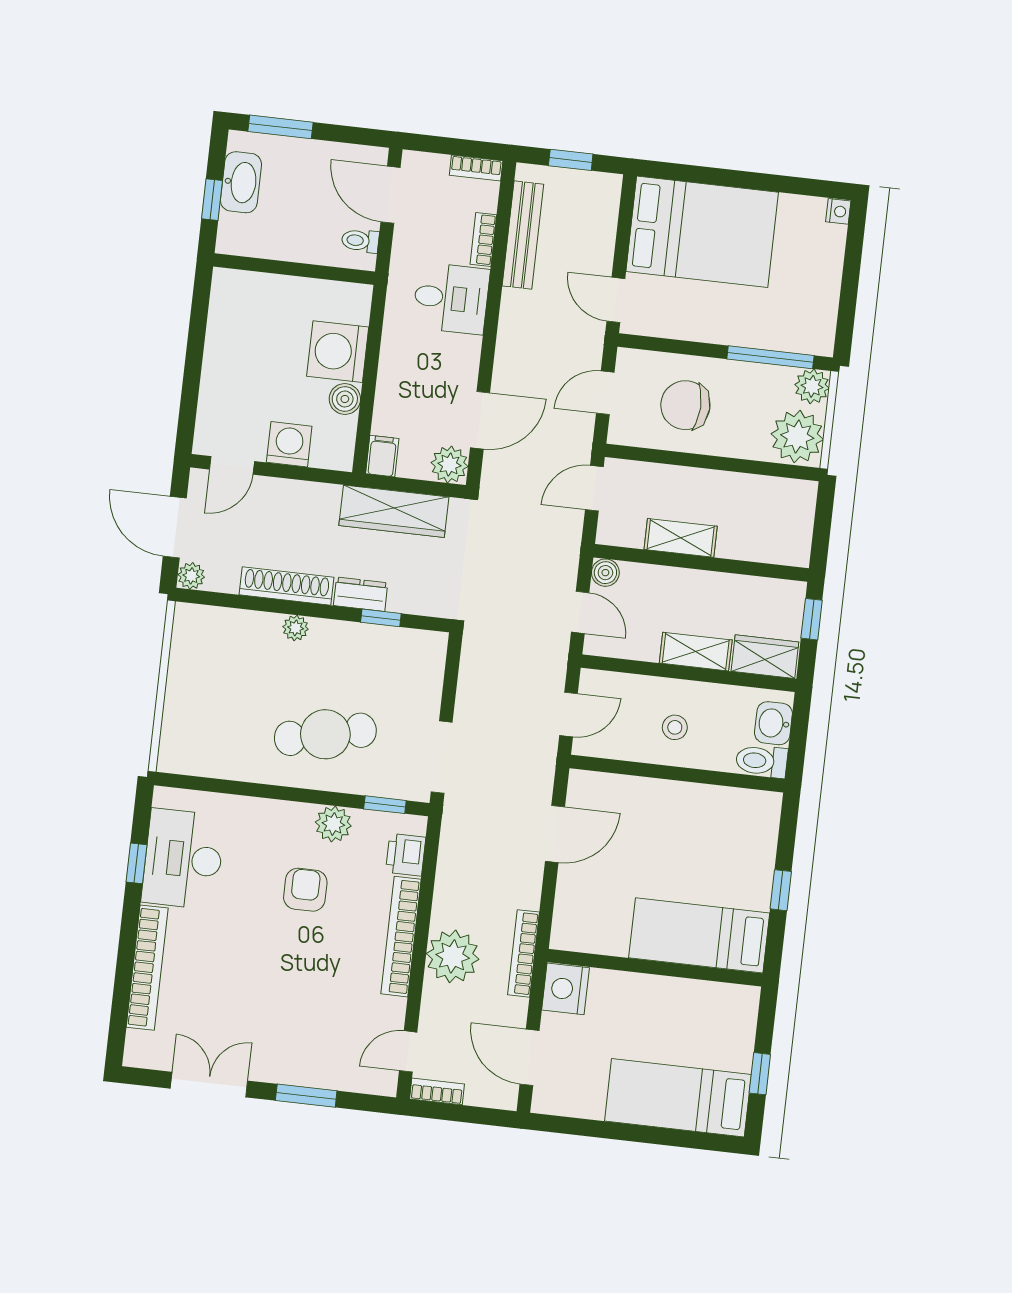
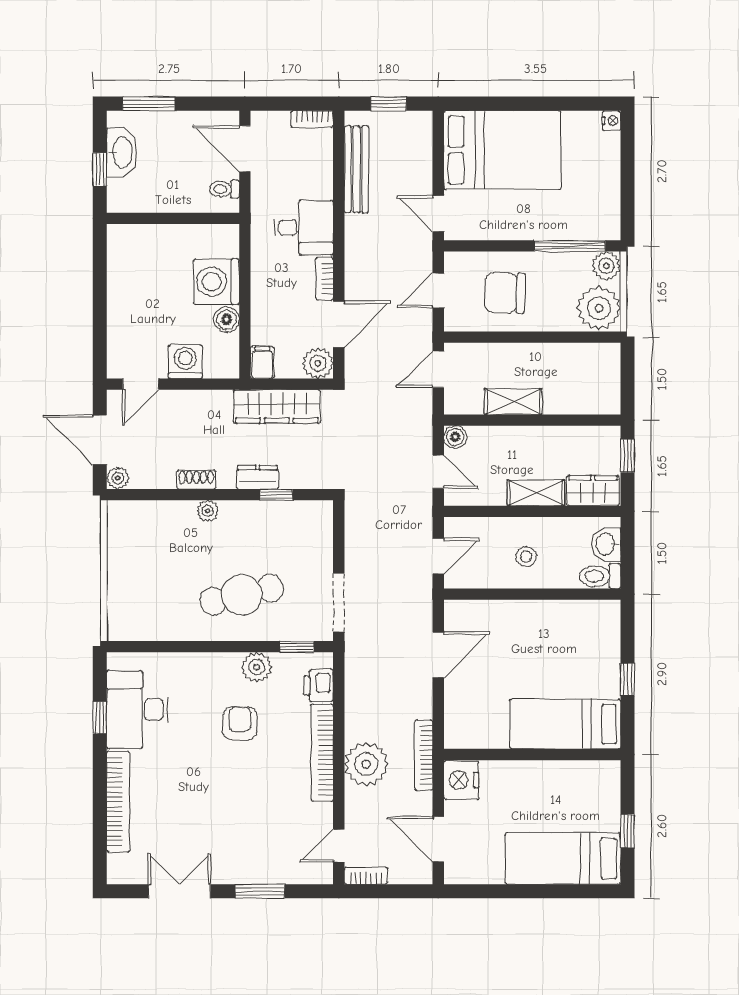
bookcase: (483, 239) -> (325, 279), moved
shoe rack: (287, 586) -> (196, 480), width x0.51, depth x0.81

